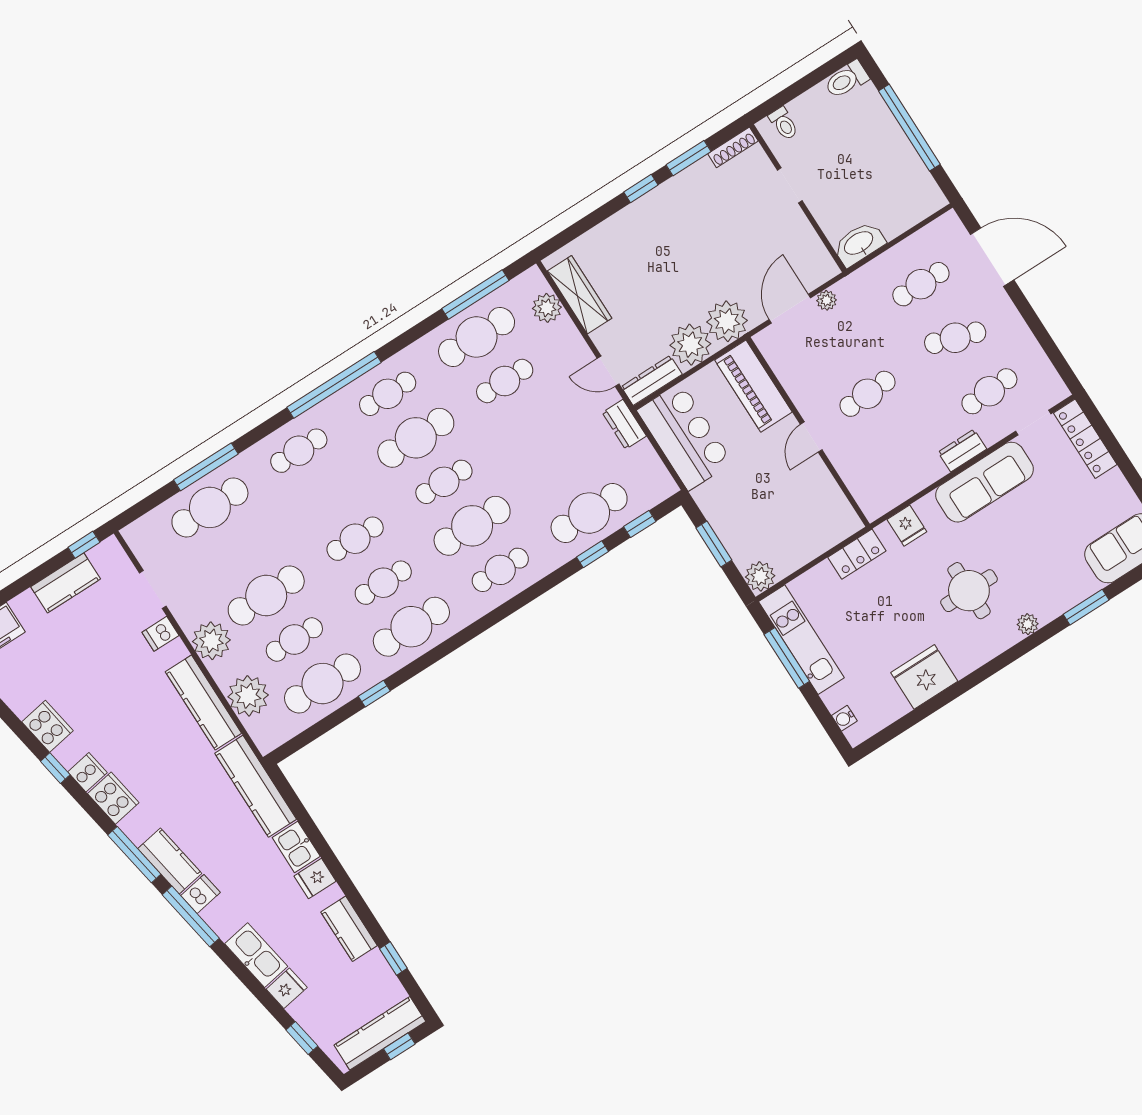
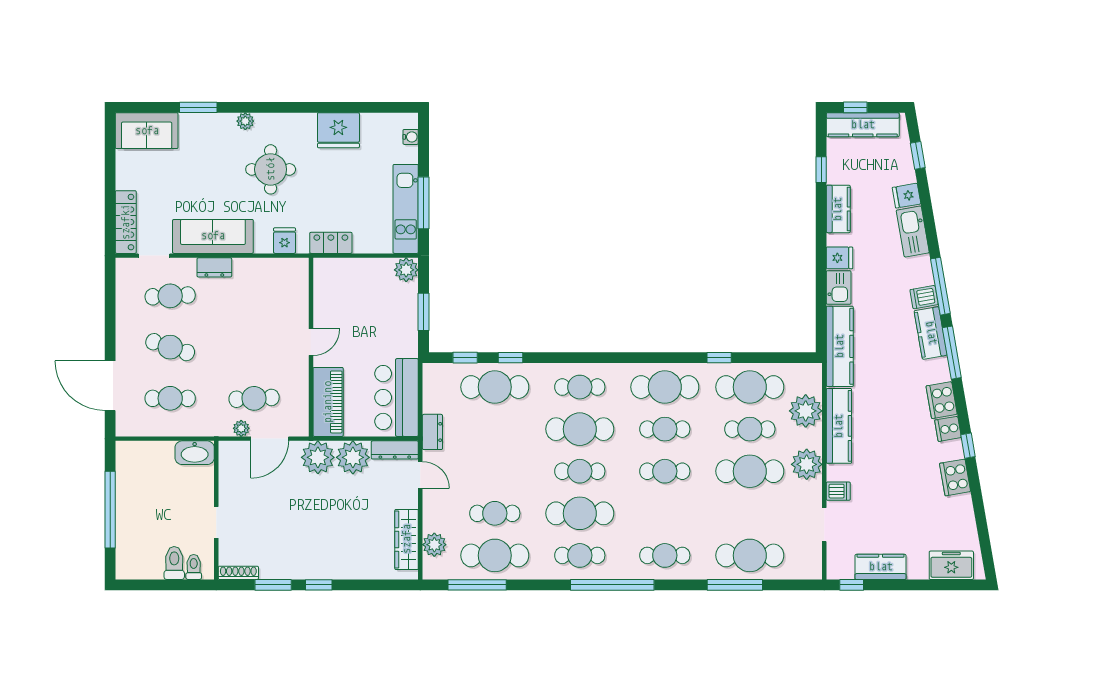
toilet: (846, 80) -> (174, 563), moved, turned -90
cafe table: (867, 394) -> (254, 398), moved

